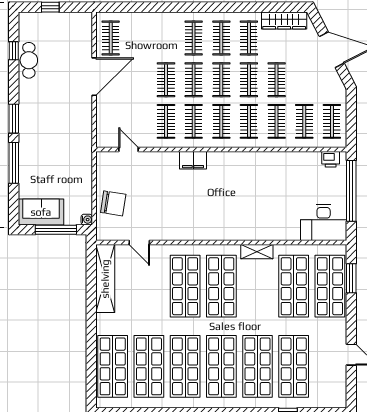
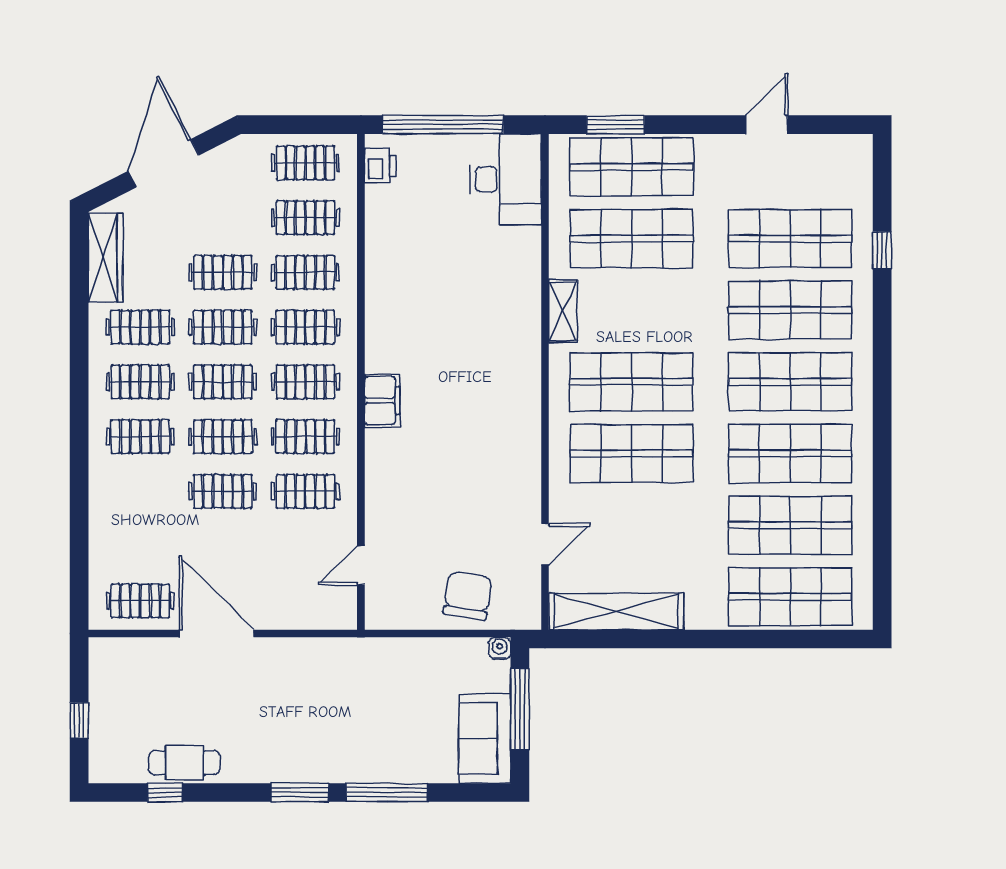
filing cabinet: (193, 160) -> (382, 401), moved

